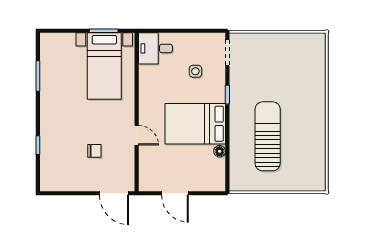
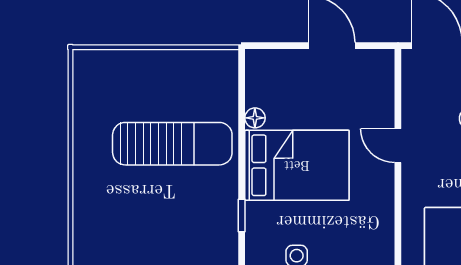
sun lounger: (268, 136) -> (172, 144), turned -90

